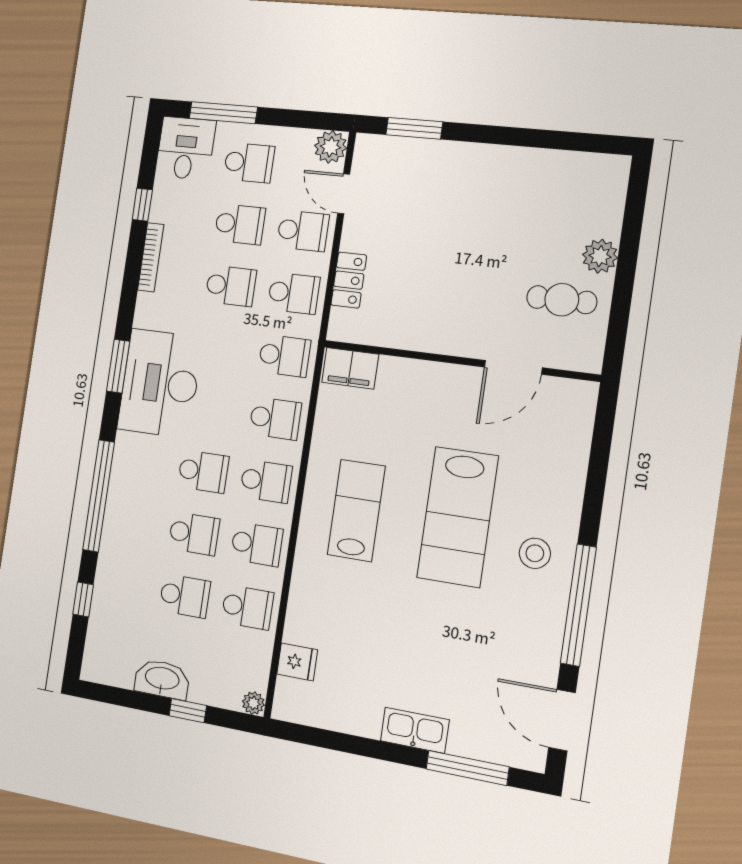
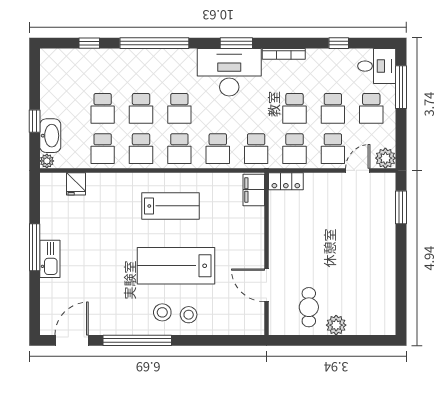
bookcase: (151, 257) -> (284, 54), moved
locker: (349, 280) -> (286, 181), moved
stool: (545, 508) -> (189, 315), added
washbasin: (162, 679) -> (50, 136), moved
window: (467, 768) -> (35, 247), moved

